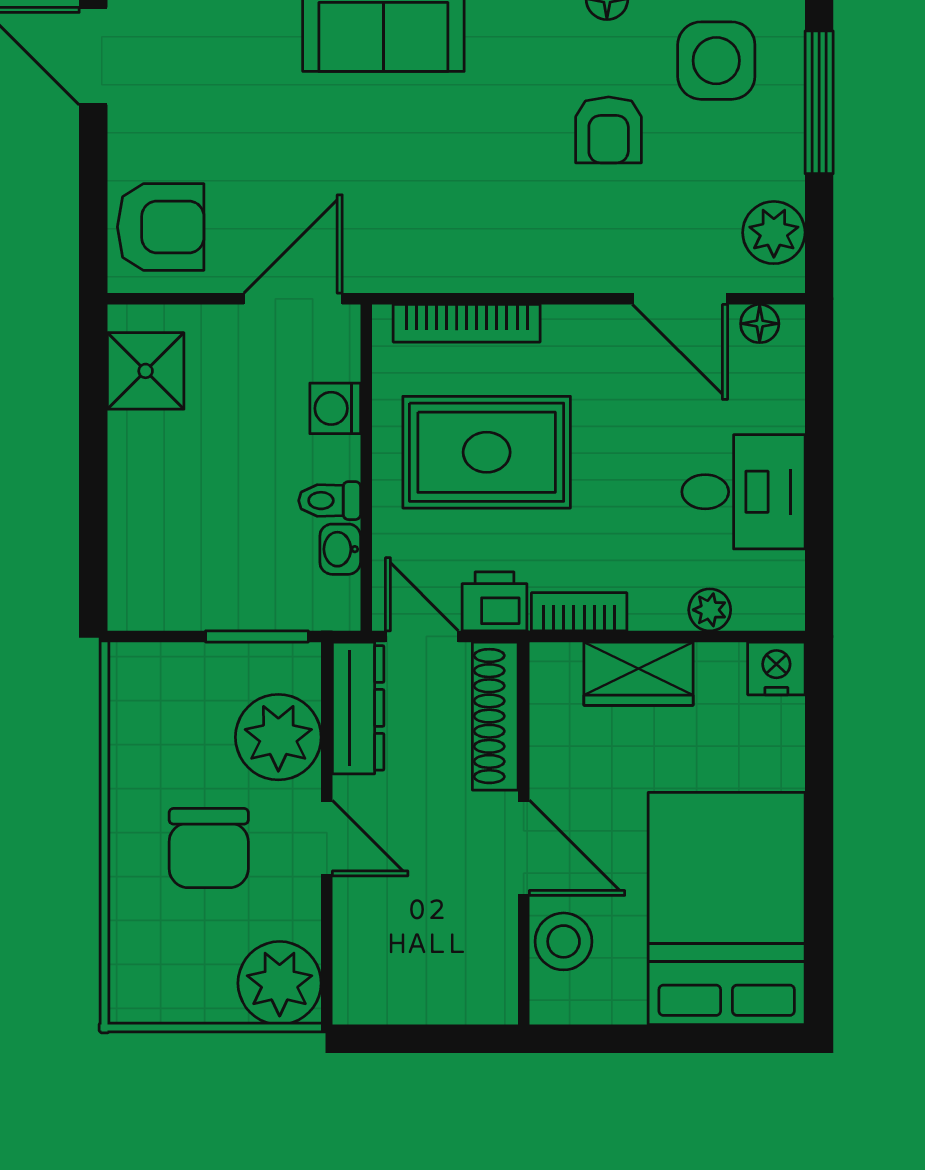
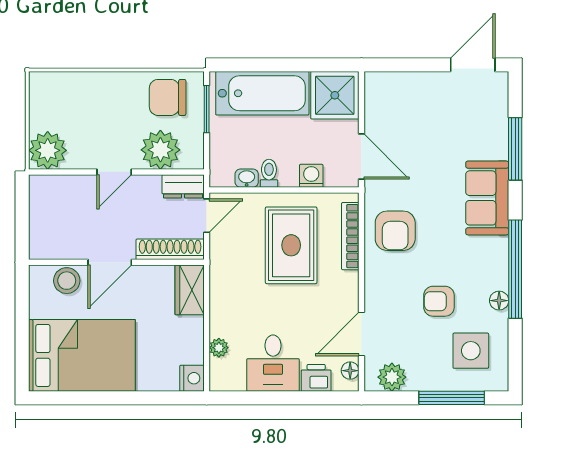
armchair: (161, 227) -> (395, 231), moved
shower: (146, 371) -> (335, 95), width x1.36, depth x1.36
bathtub: (155, 515) -> (262, 93), added
printer: (494, 601) -> (316, 378), moved, turned -90
bookcase: (579, 612) -> (218, 288), removed
window: (257, 636) -> (207, 109), moved
wardrobe: (638, 674) -> (190, 290), moved
dresser: (358, 708) -> (183, 186), width x0.70
chair: (209, 848) -> (168, 97), moved

